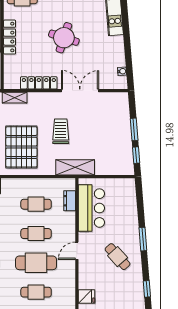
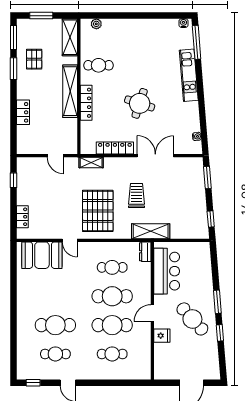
window: (134, 129) -> (207, 178), moved
dresser: (70, 201) -> (145, 252), moved
cafe table: (36, 234) -> (112, 296), width x1.37, depth x1.35
cafe table: (118, 257) -> (192, 319), width x1.37, depth x1.35
window: (147, 289) -> (220, 333), moved
fridge: (87, 296) -> (162, 336), moved

